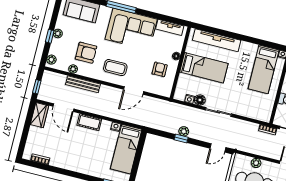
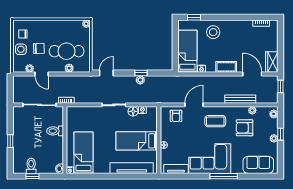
armchair: (160, 69) -> (176, 116), moved
stool: (94, 162) -> (213, 32), added

